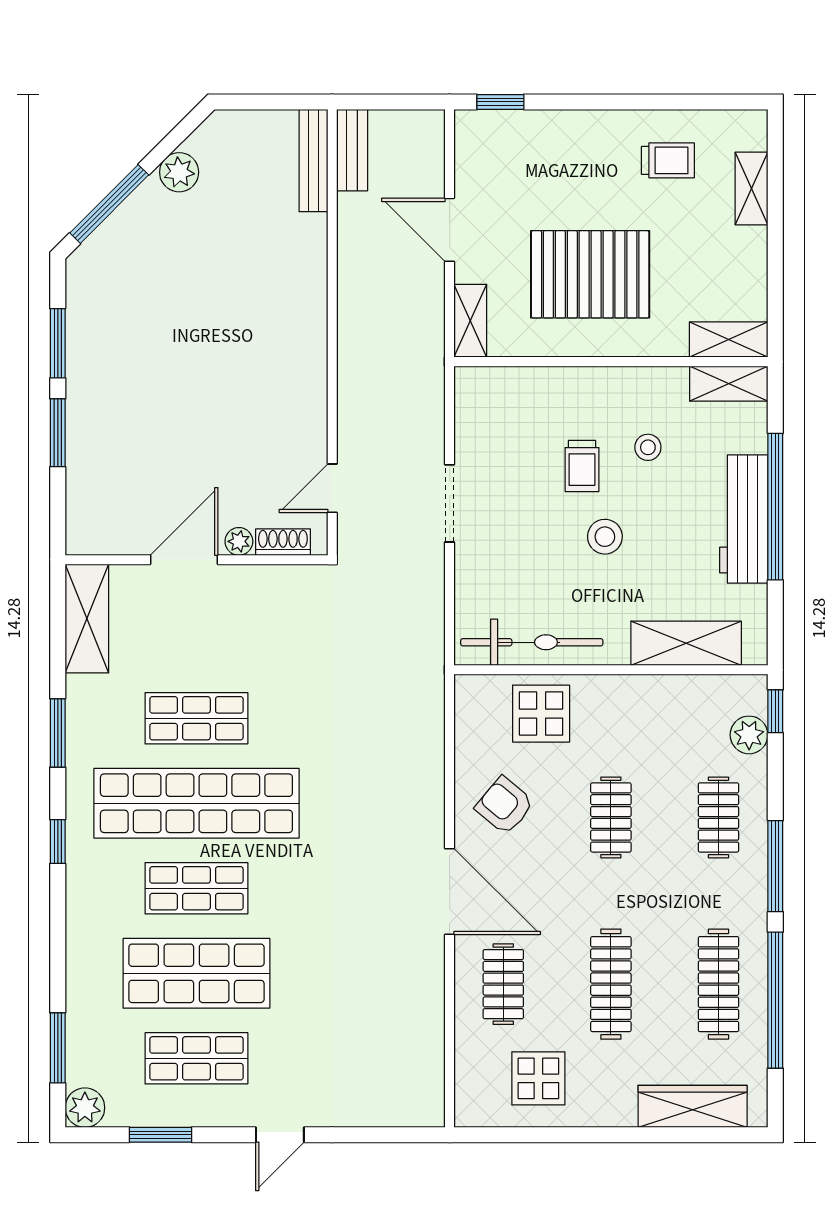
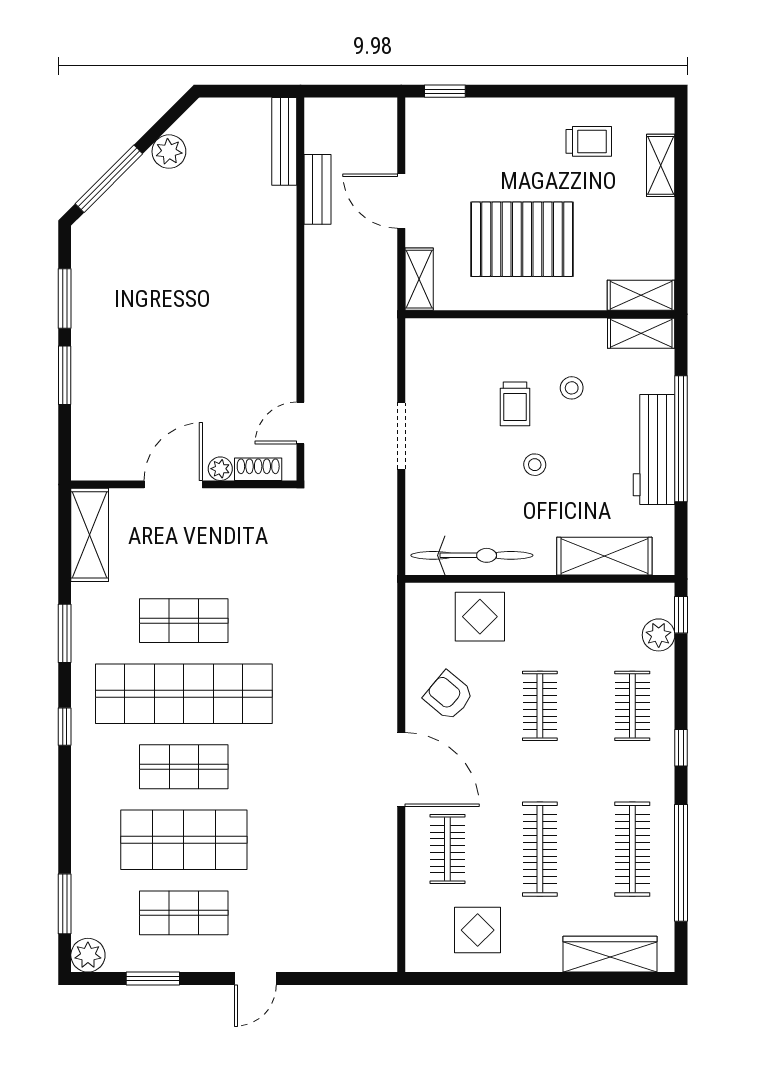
bench: (352, 150) -> (318, 189), moved
stool: (605, 537) -> (535, 465), width x0.73, depth x0.73
window: (775, 866) -> (681, 748), width x0.46

